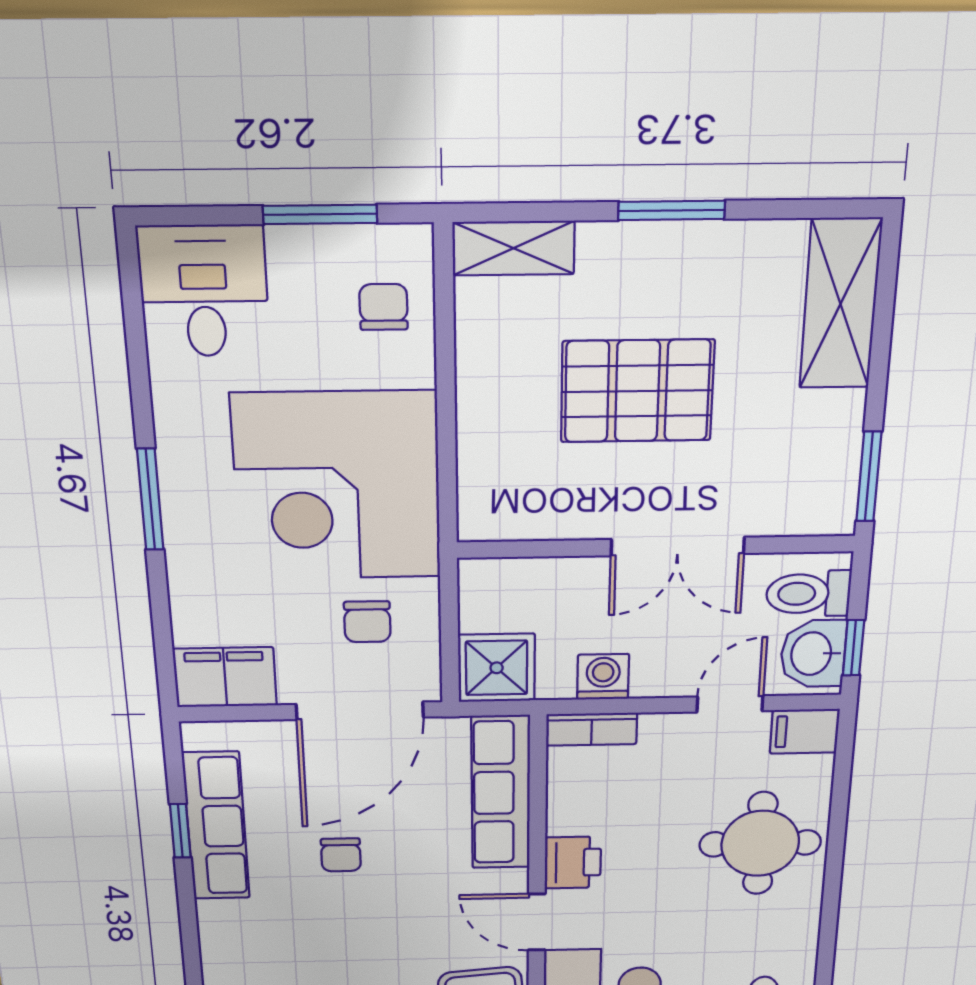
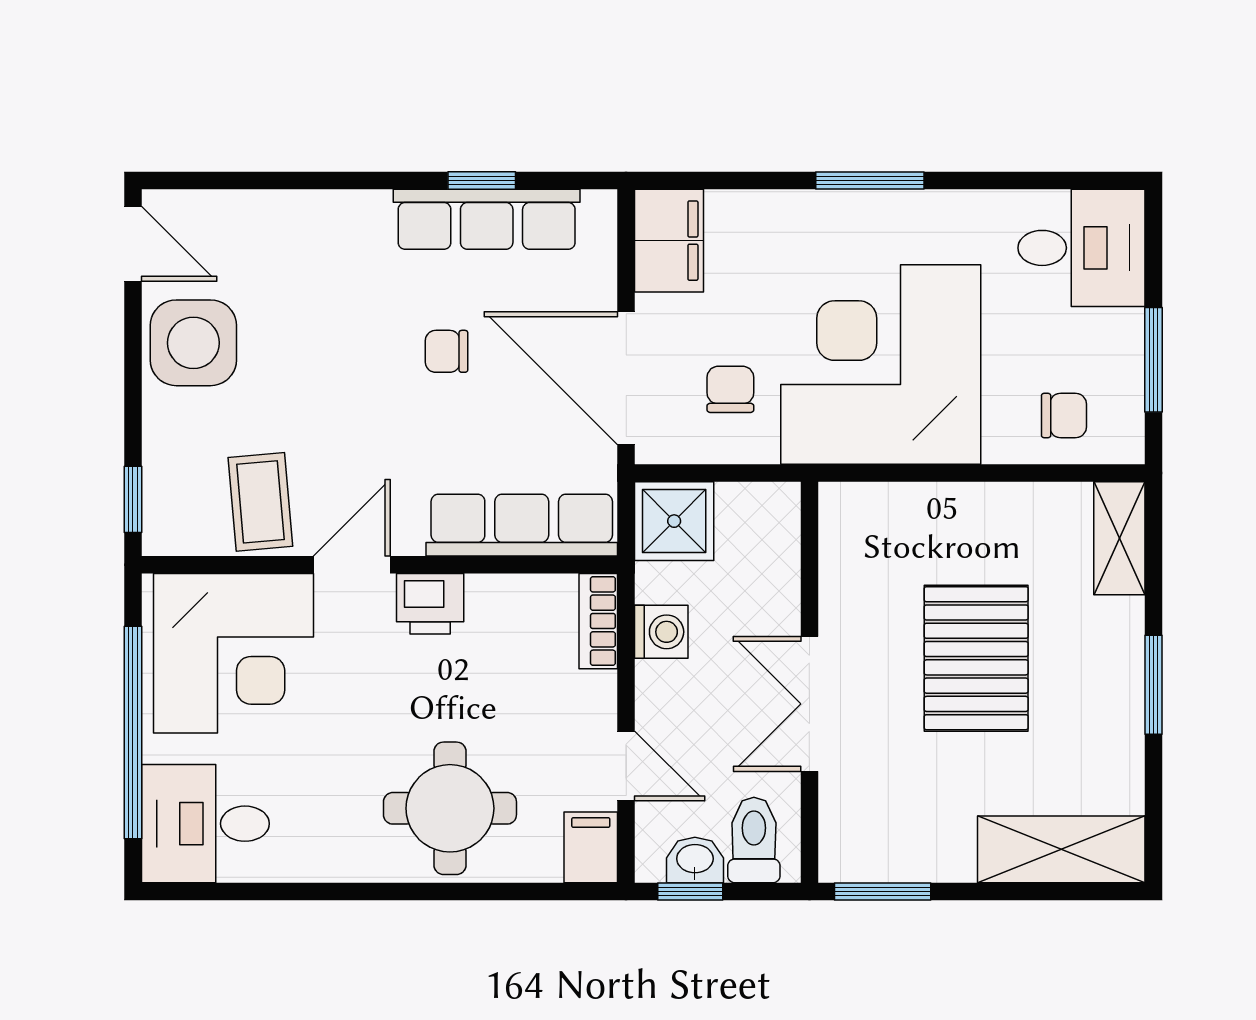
chair: (367, 622) -> (730, 389), turned 90
washbasin: (813, 654) -> (695, 860), width x0.72, depth x0.69

